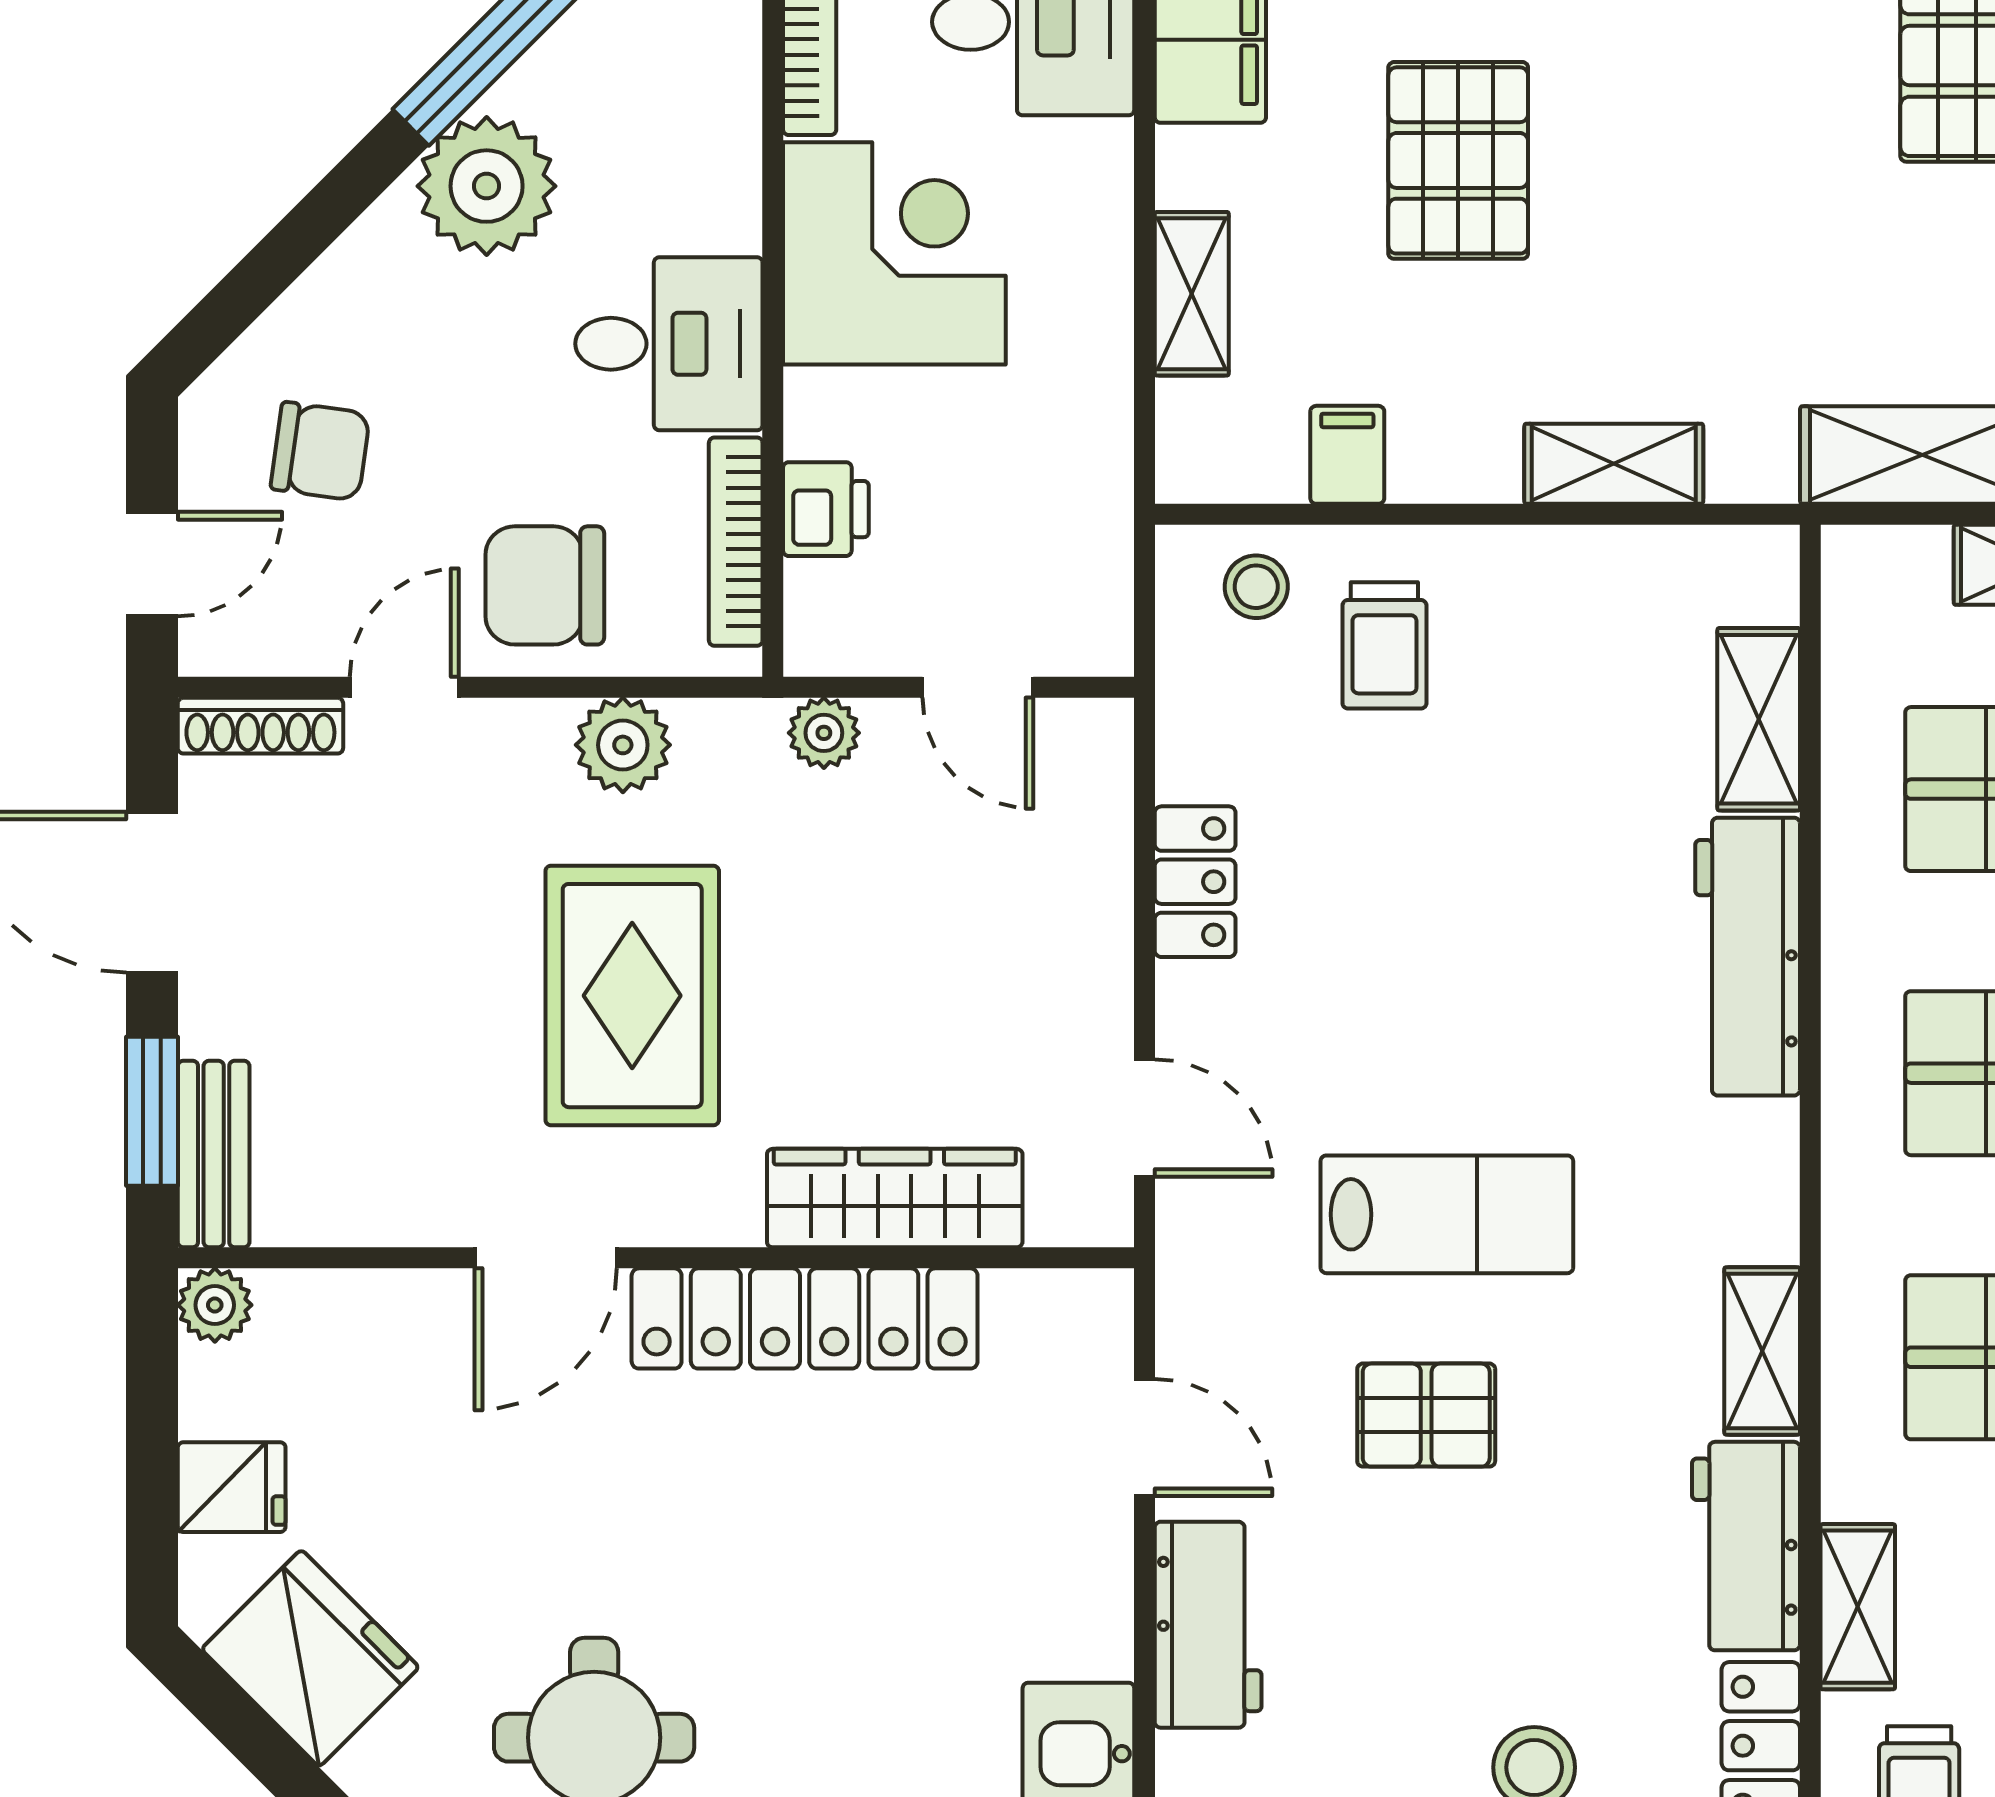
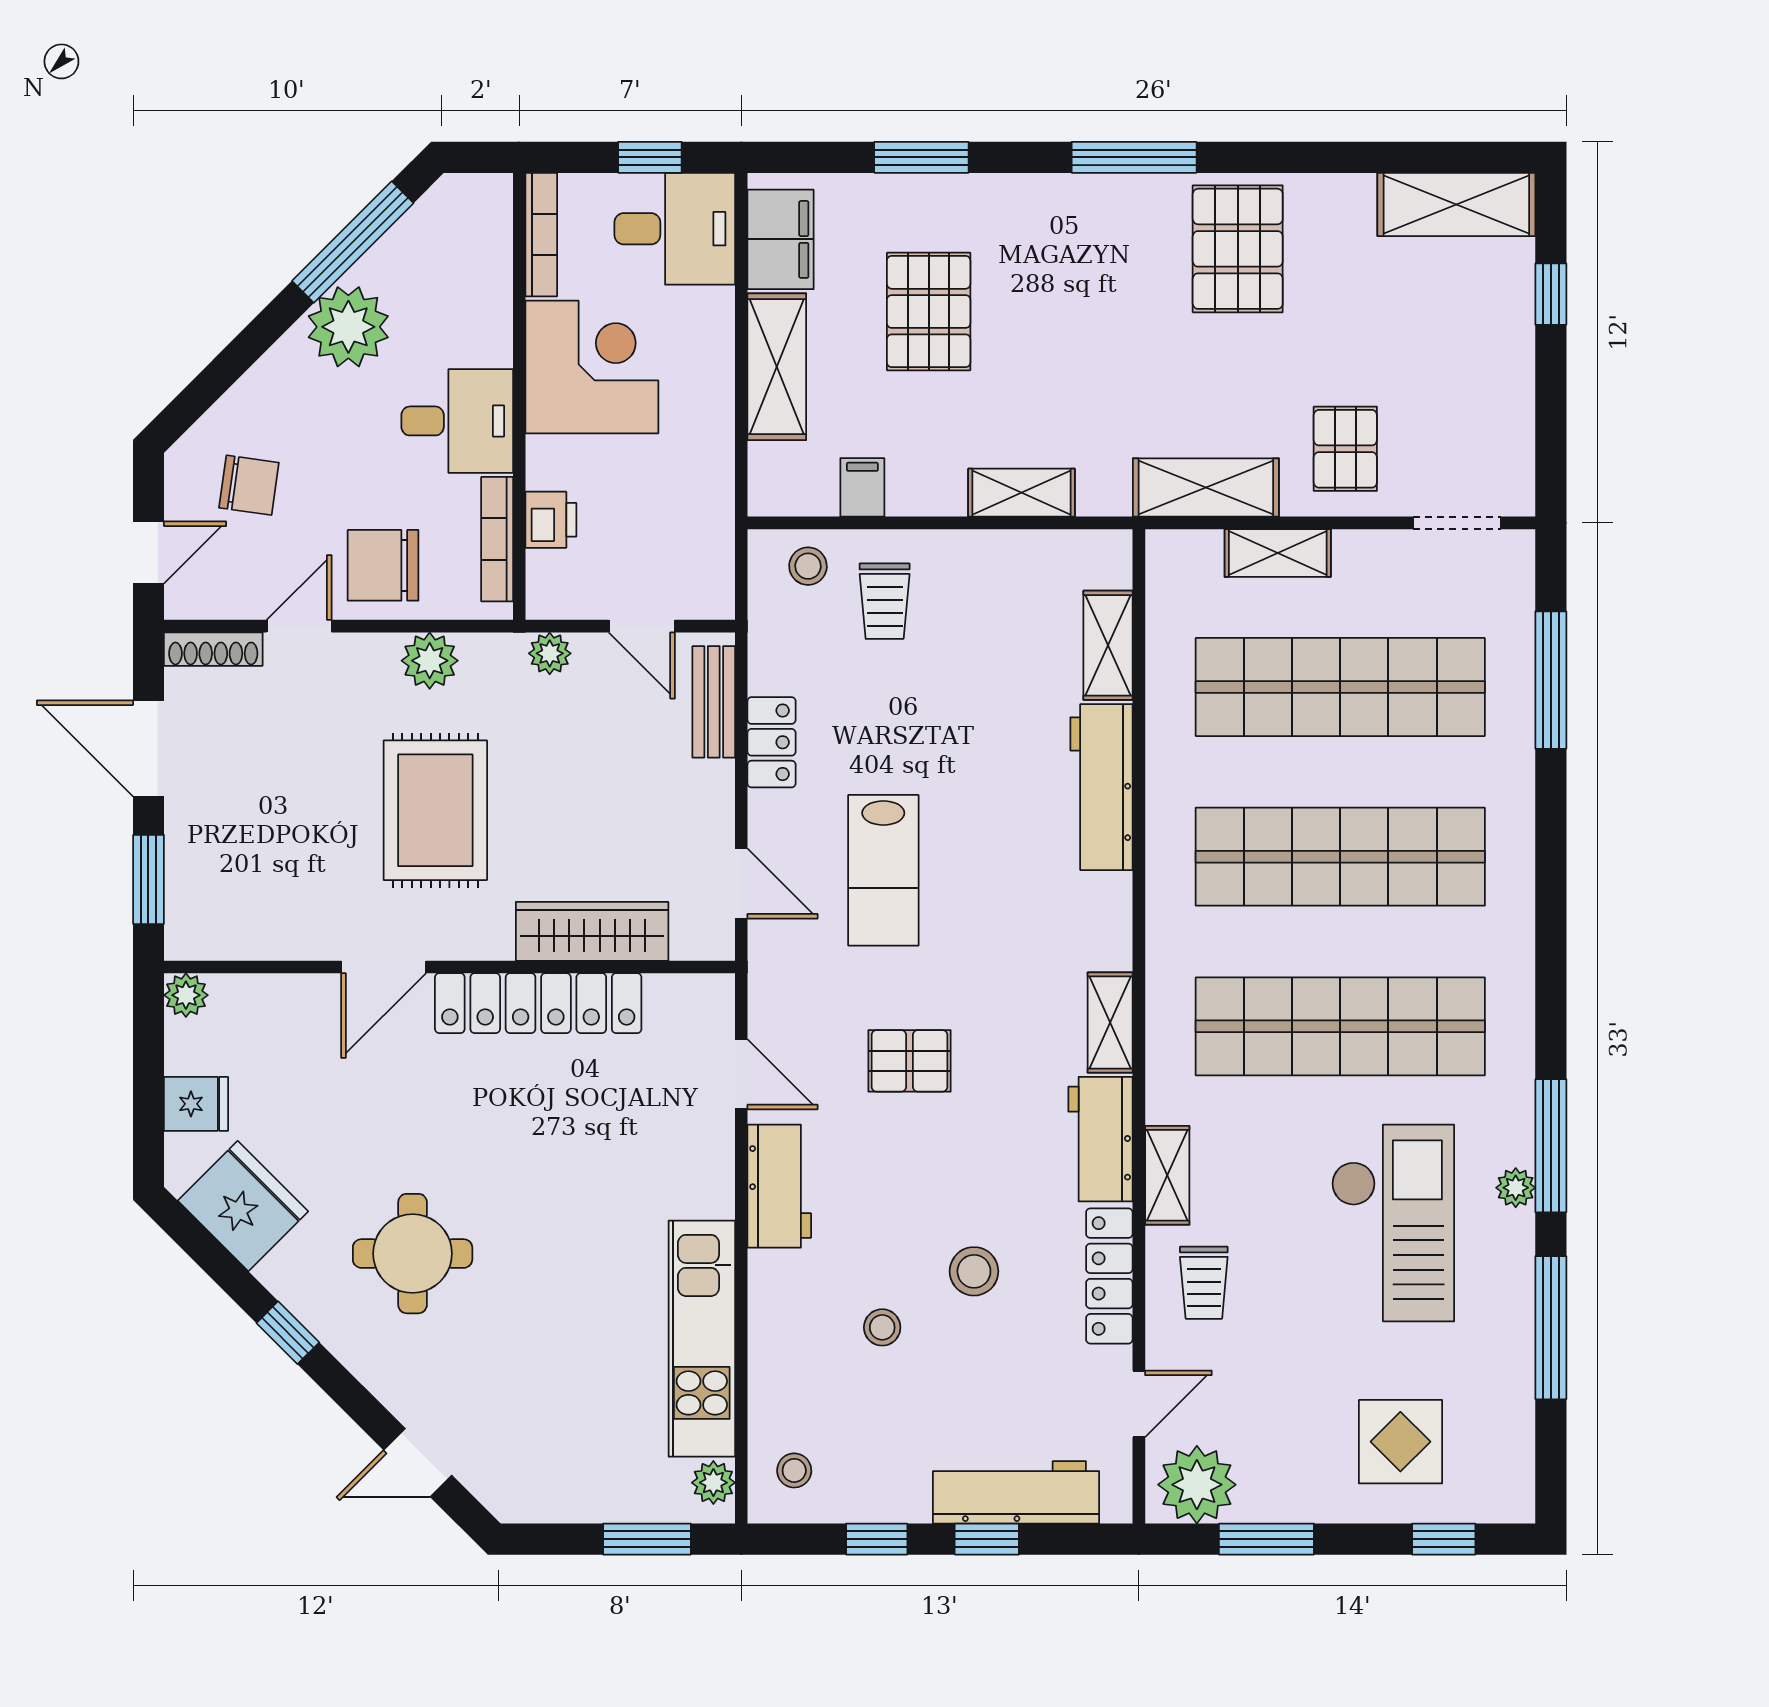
shelving: (1192, 294) -> (777, 367), width x1.50, depth x1.33
bench: (214, 1154) -> (714, 702), moved
lab bench: (1447, 1214) -> (883, 870), moved, turned 90

